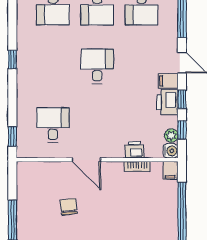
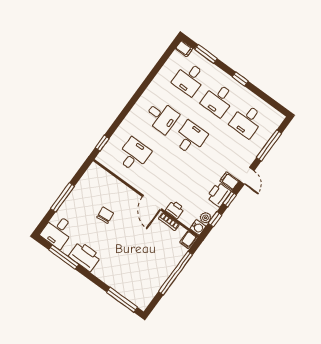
window: (12, 60) -> (139, 93), removed
desk: (53, 66) -> (162, 117), added
door: (86, 160) -> (152, 203), moved

